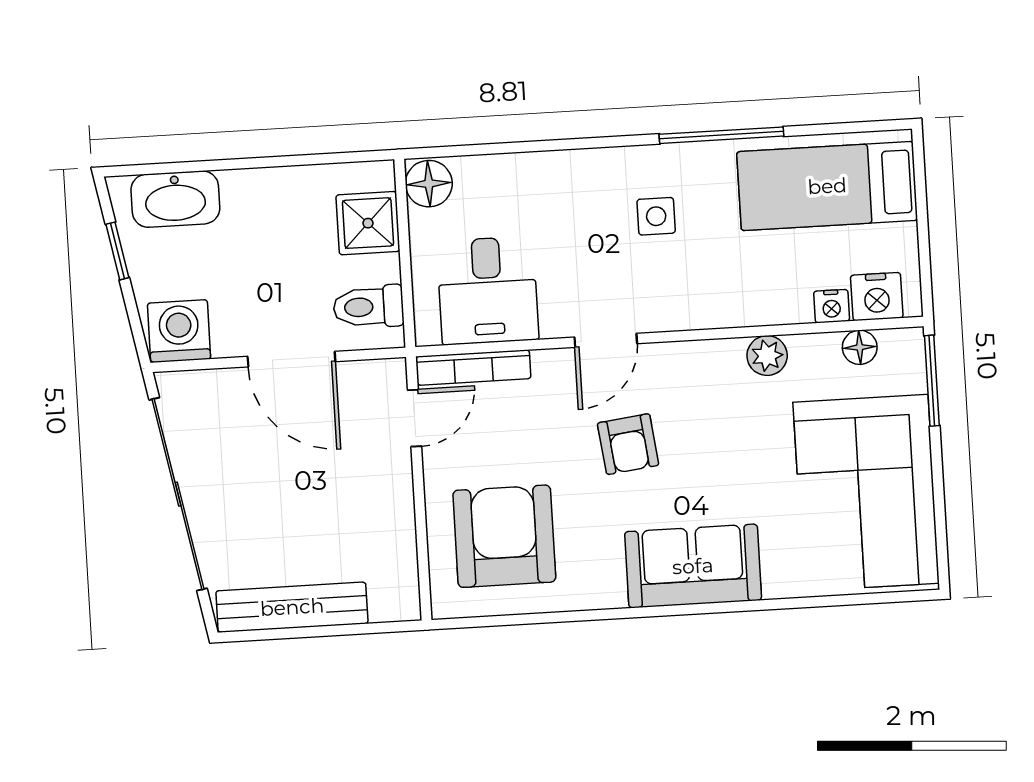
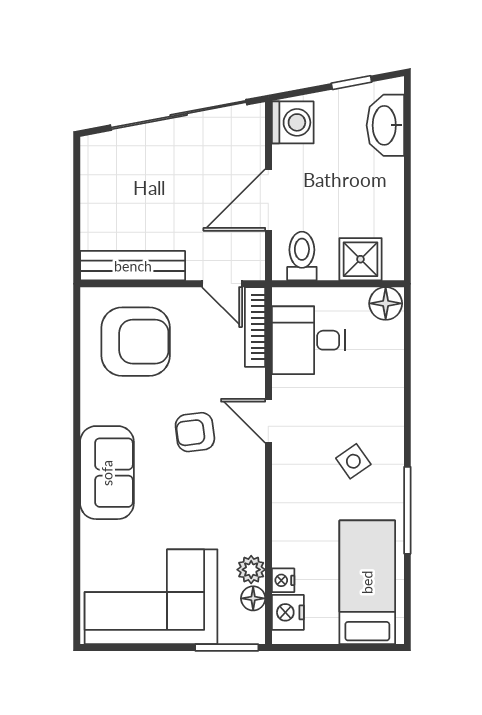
side table: (656, 216) -> (353, 461), turned -35
plant: (767, 356) -> (251, 570), moved
bench: (292, 607) -> (133, 266), moved, turned 90

